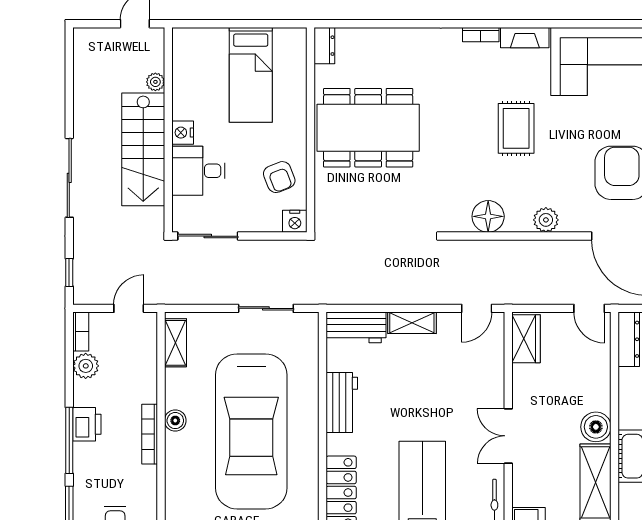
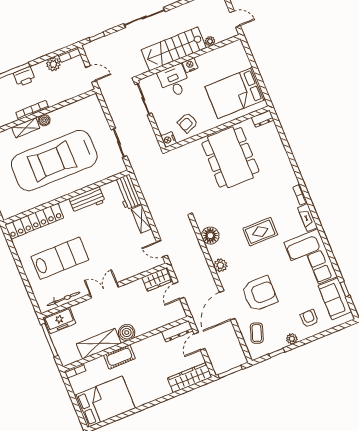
bed: (251, 75) -> (235, 93), width x1.50
door: (589, 308) -> (179, 291), moved
shelving: (175, 343) -> (26, 128), moved

